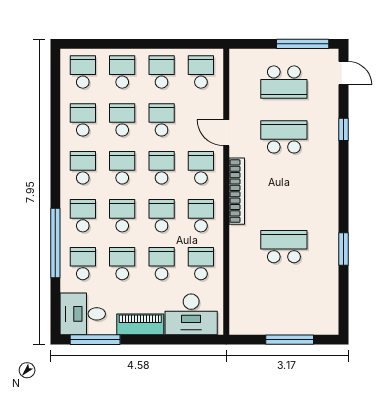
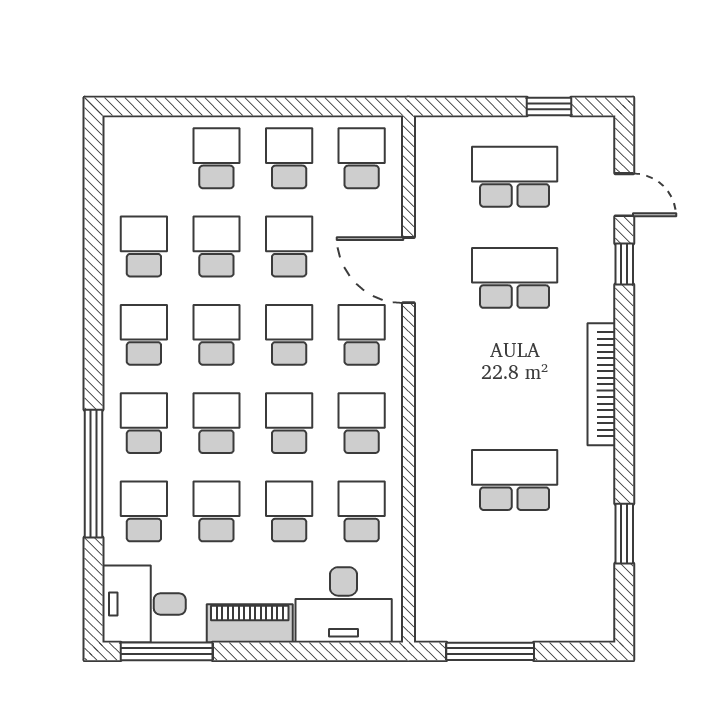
window: (303, 44) -> (549, 107), width x0.46
school desk: (83, 72) -> (144, 158), removed
door: (343, 73) -> (624, 195), moved
school desk: (284, 82) -> (515, 177), turned 180
door: (226, 133) -> (408, 270), width x1.38
bookcase: (237, 191) -> (602, 384), moved, turned 180
window: (343, 249) -> (624, 534), moved
window: (290, 340) -> (490, 651), moved

